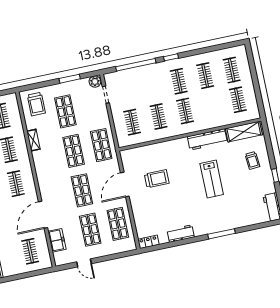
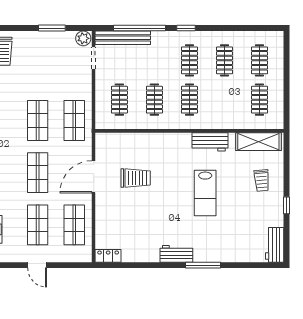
bench: (125, 75) -> (123, 38), added
shop shelf: (65, 111) -> (38, 68), removed
workbench: (207, 139) -> (210, 142), width x0.73
workbench: (181, 234) -> (176, 254), moved
door: (84, 263) -> (37, 265), moved

